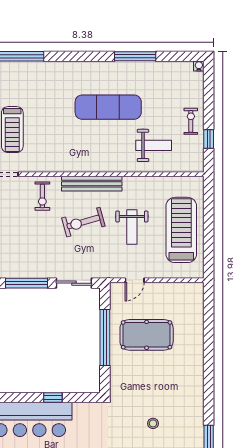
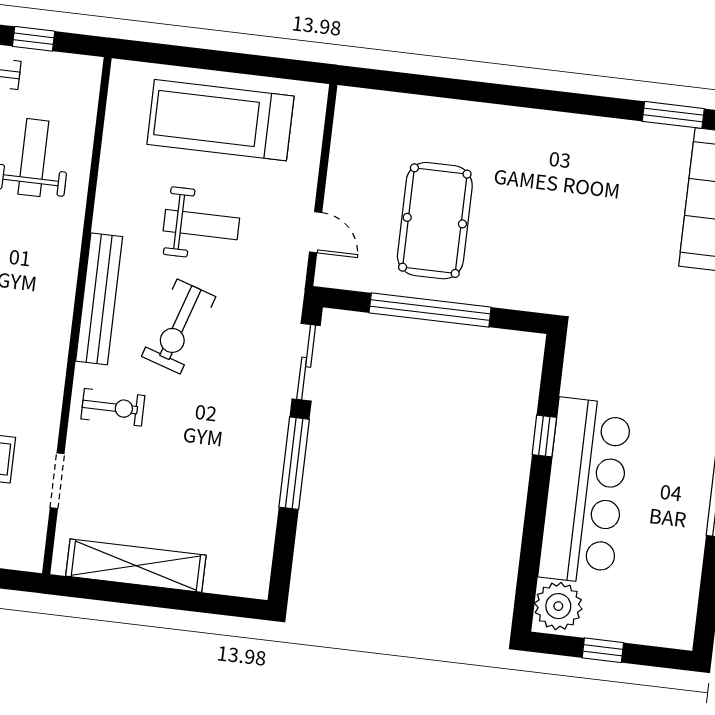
exercise bike: (83, 222) -> (179, 326), turned 34
stool: (153, 423) -> (625, 229), removed

